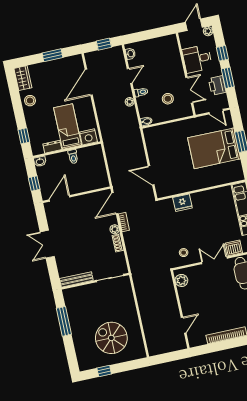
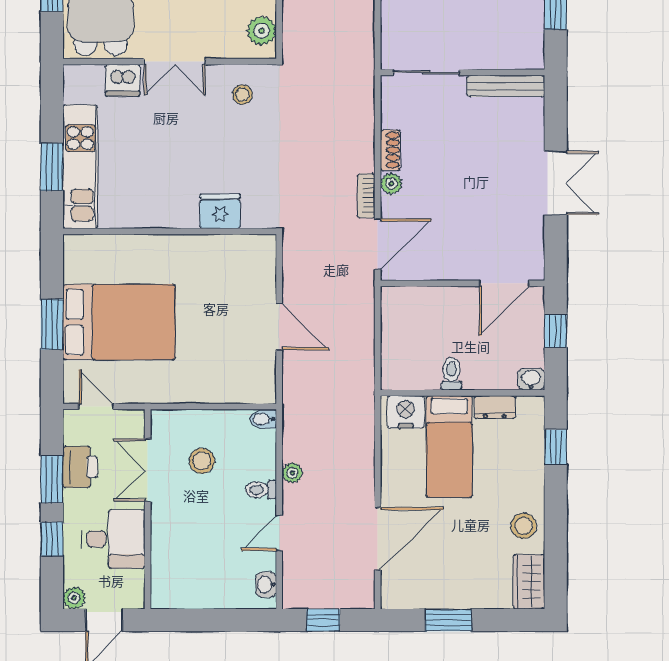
door: (151, 175) -> (279, 327), moved

